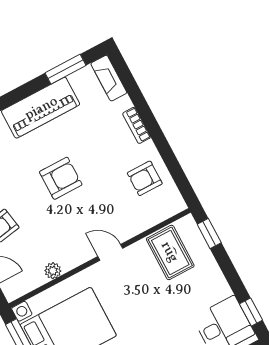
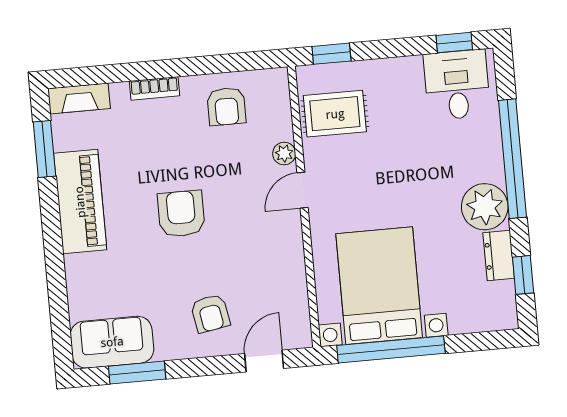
plant: (53, 271) -> (284, 154), moved

